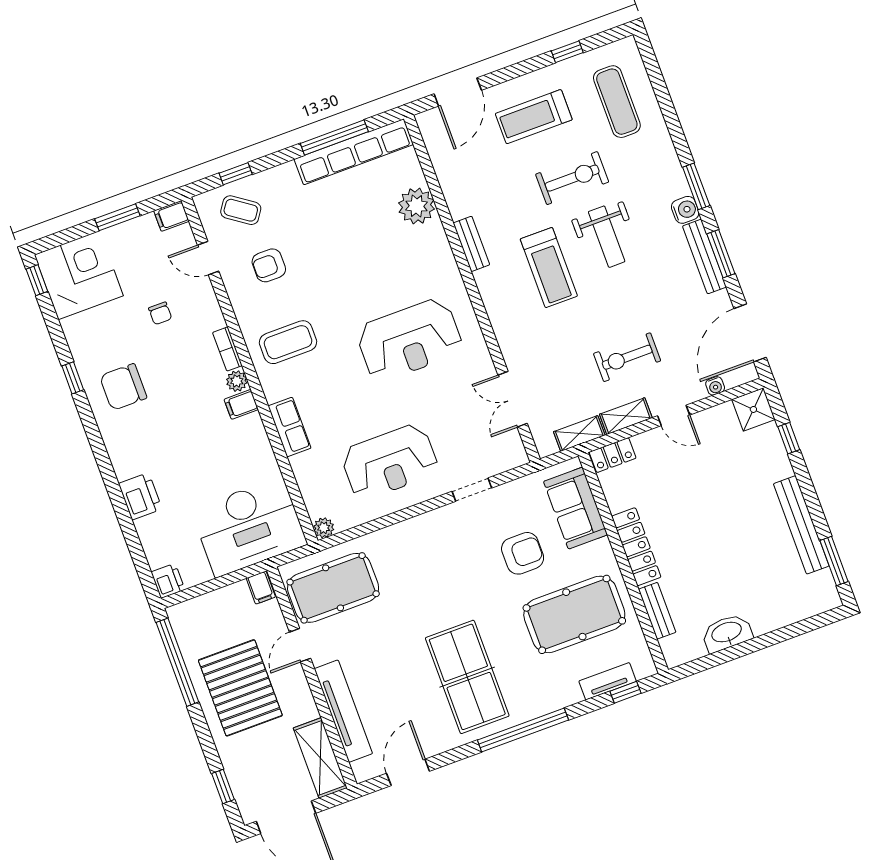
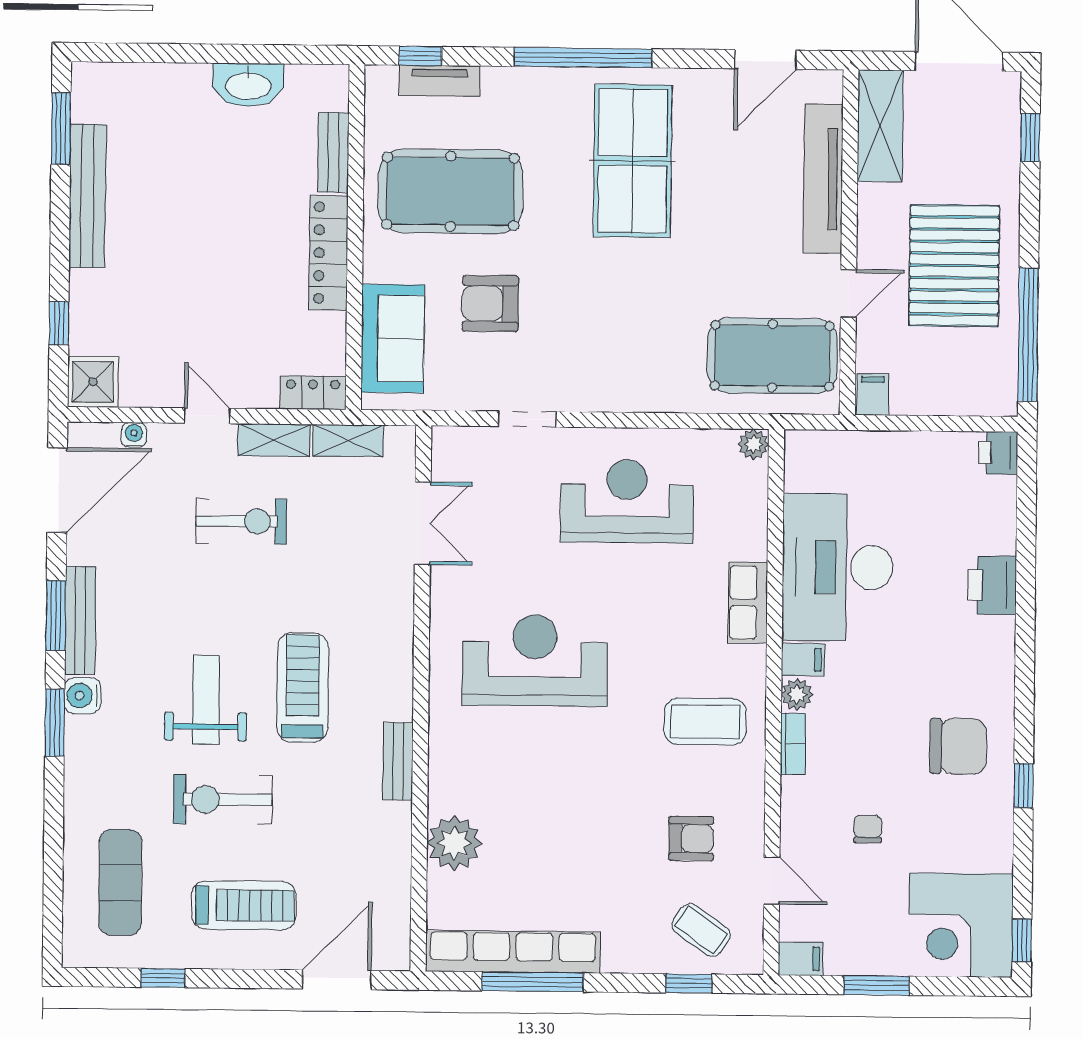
desk: (249, 527) -> (838, 567), moved, turned -90

